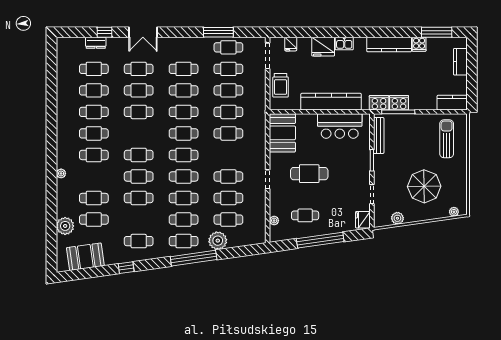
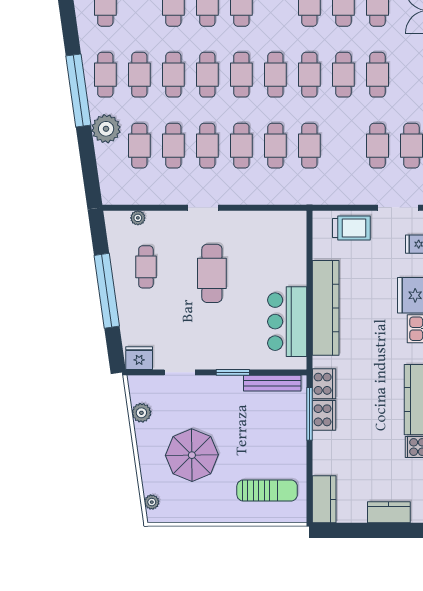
trolley: (281, 85) -> (351, 228), turned 180
cafe table: (228, 90) -> (241, 146), moved
booth: (282, 133) -> (276, 231), removed

